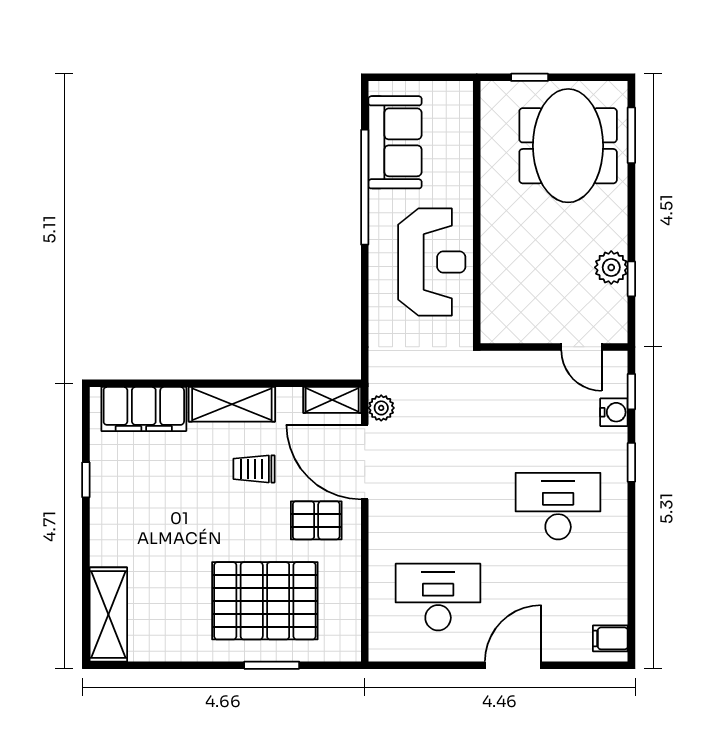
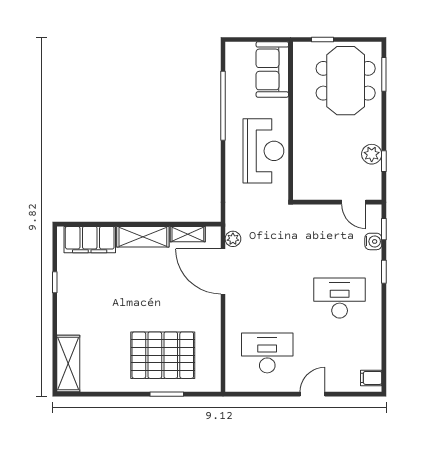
sofa: (395, 142) -> (272, 69), moved, turned 180
shelving: (332, 400) -> (188, 234), moved
trolley: (254, 469) -> (156, 276), removed
pallet: (316, 520) -> (194, 307), removed
door: (513, 665) -> (312, 394), width x0.73

